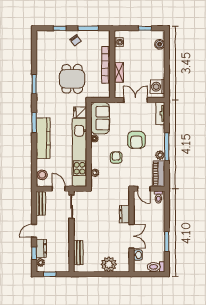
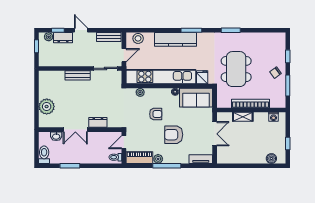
dining table: (72, 79) -> (236, 69), width x1.38
washing machine: (158, 87) -> (228, 156), removed
bench: (78, 253) -> (78, 75), moved

